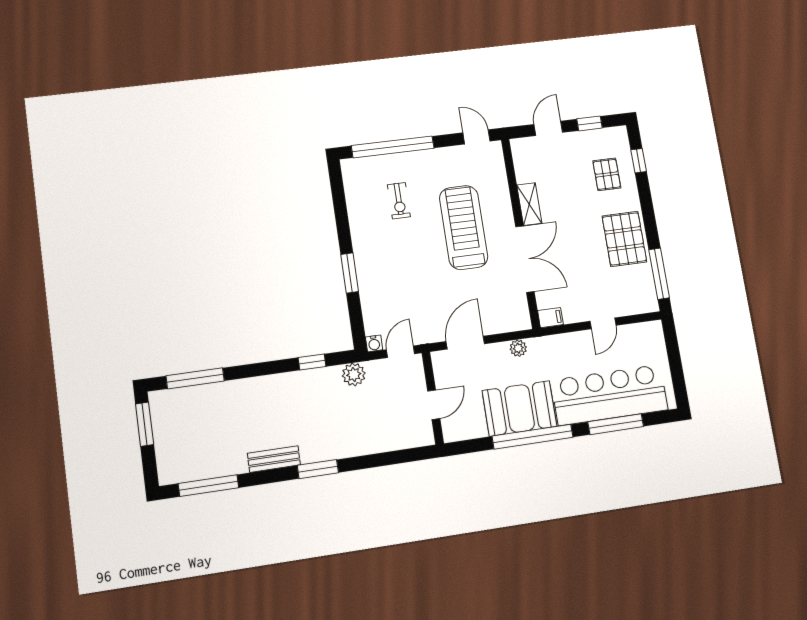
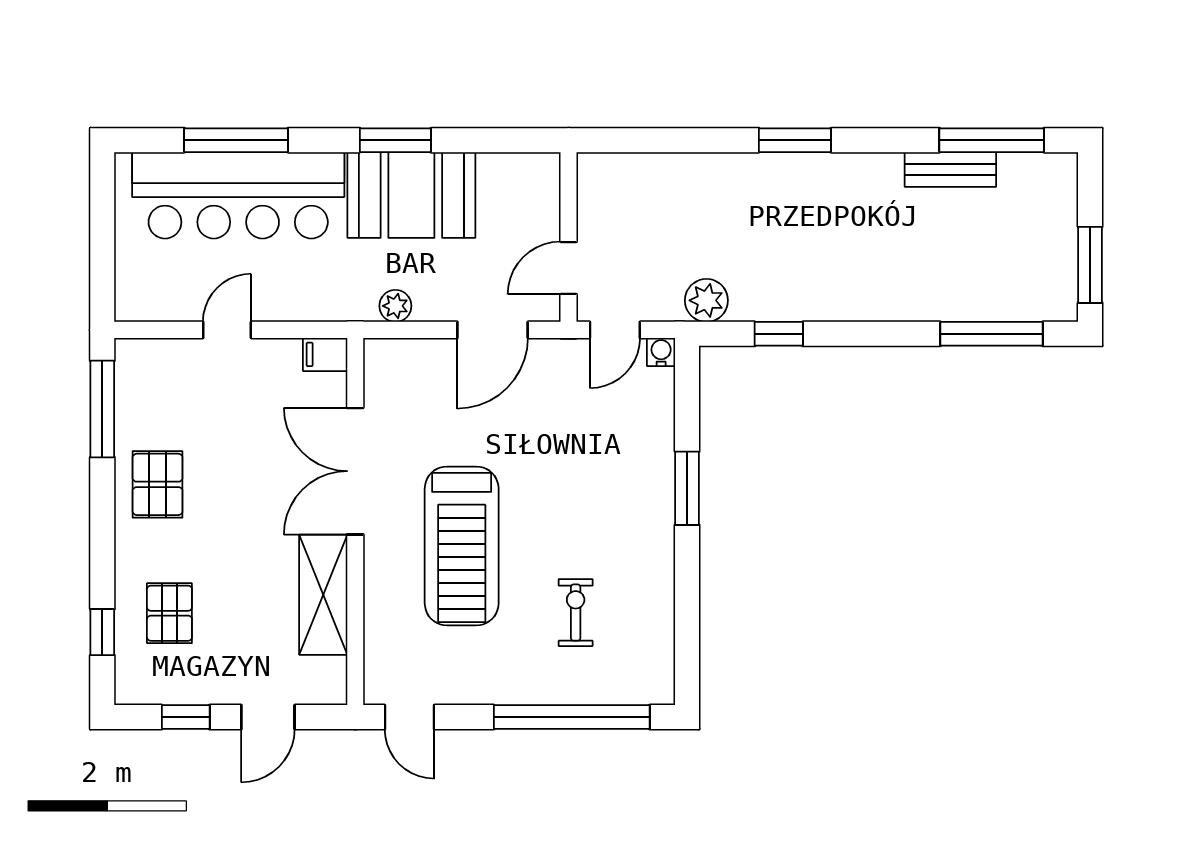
shelving: (529, 204) -> (323, 595), width x1.50, depth x1.33
pallet: (624, 239) -> (158, 484), width x0.67, depth x0.71
door: (434, 405) -> (569, 268), moved
window: (533, 437) -> (395, 140), width x0.47
bench: (274, 459) -> (950, 170), moved

